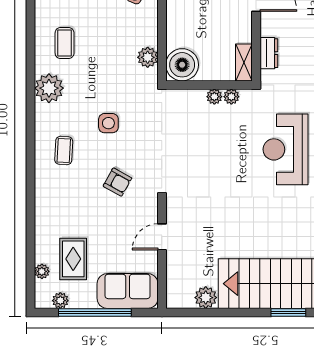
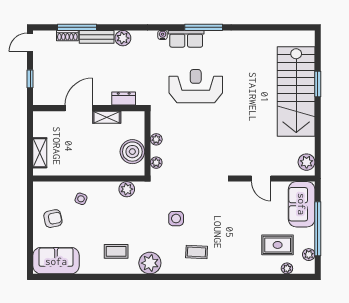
shelving: (244, 62) -> (107, 117), moved
boiler: (182, 65) -> (132, 152), moved
plant: (231, 97) -> (156, 163), moved
reception desk: (285, 149) -> (196, 86), turned 180
armchair: (117, 182) -> (220, 212), removed
plant: (206, 298) -> (307, 162), moved

